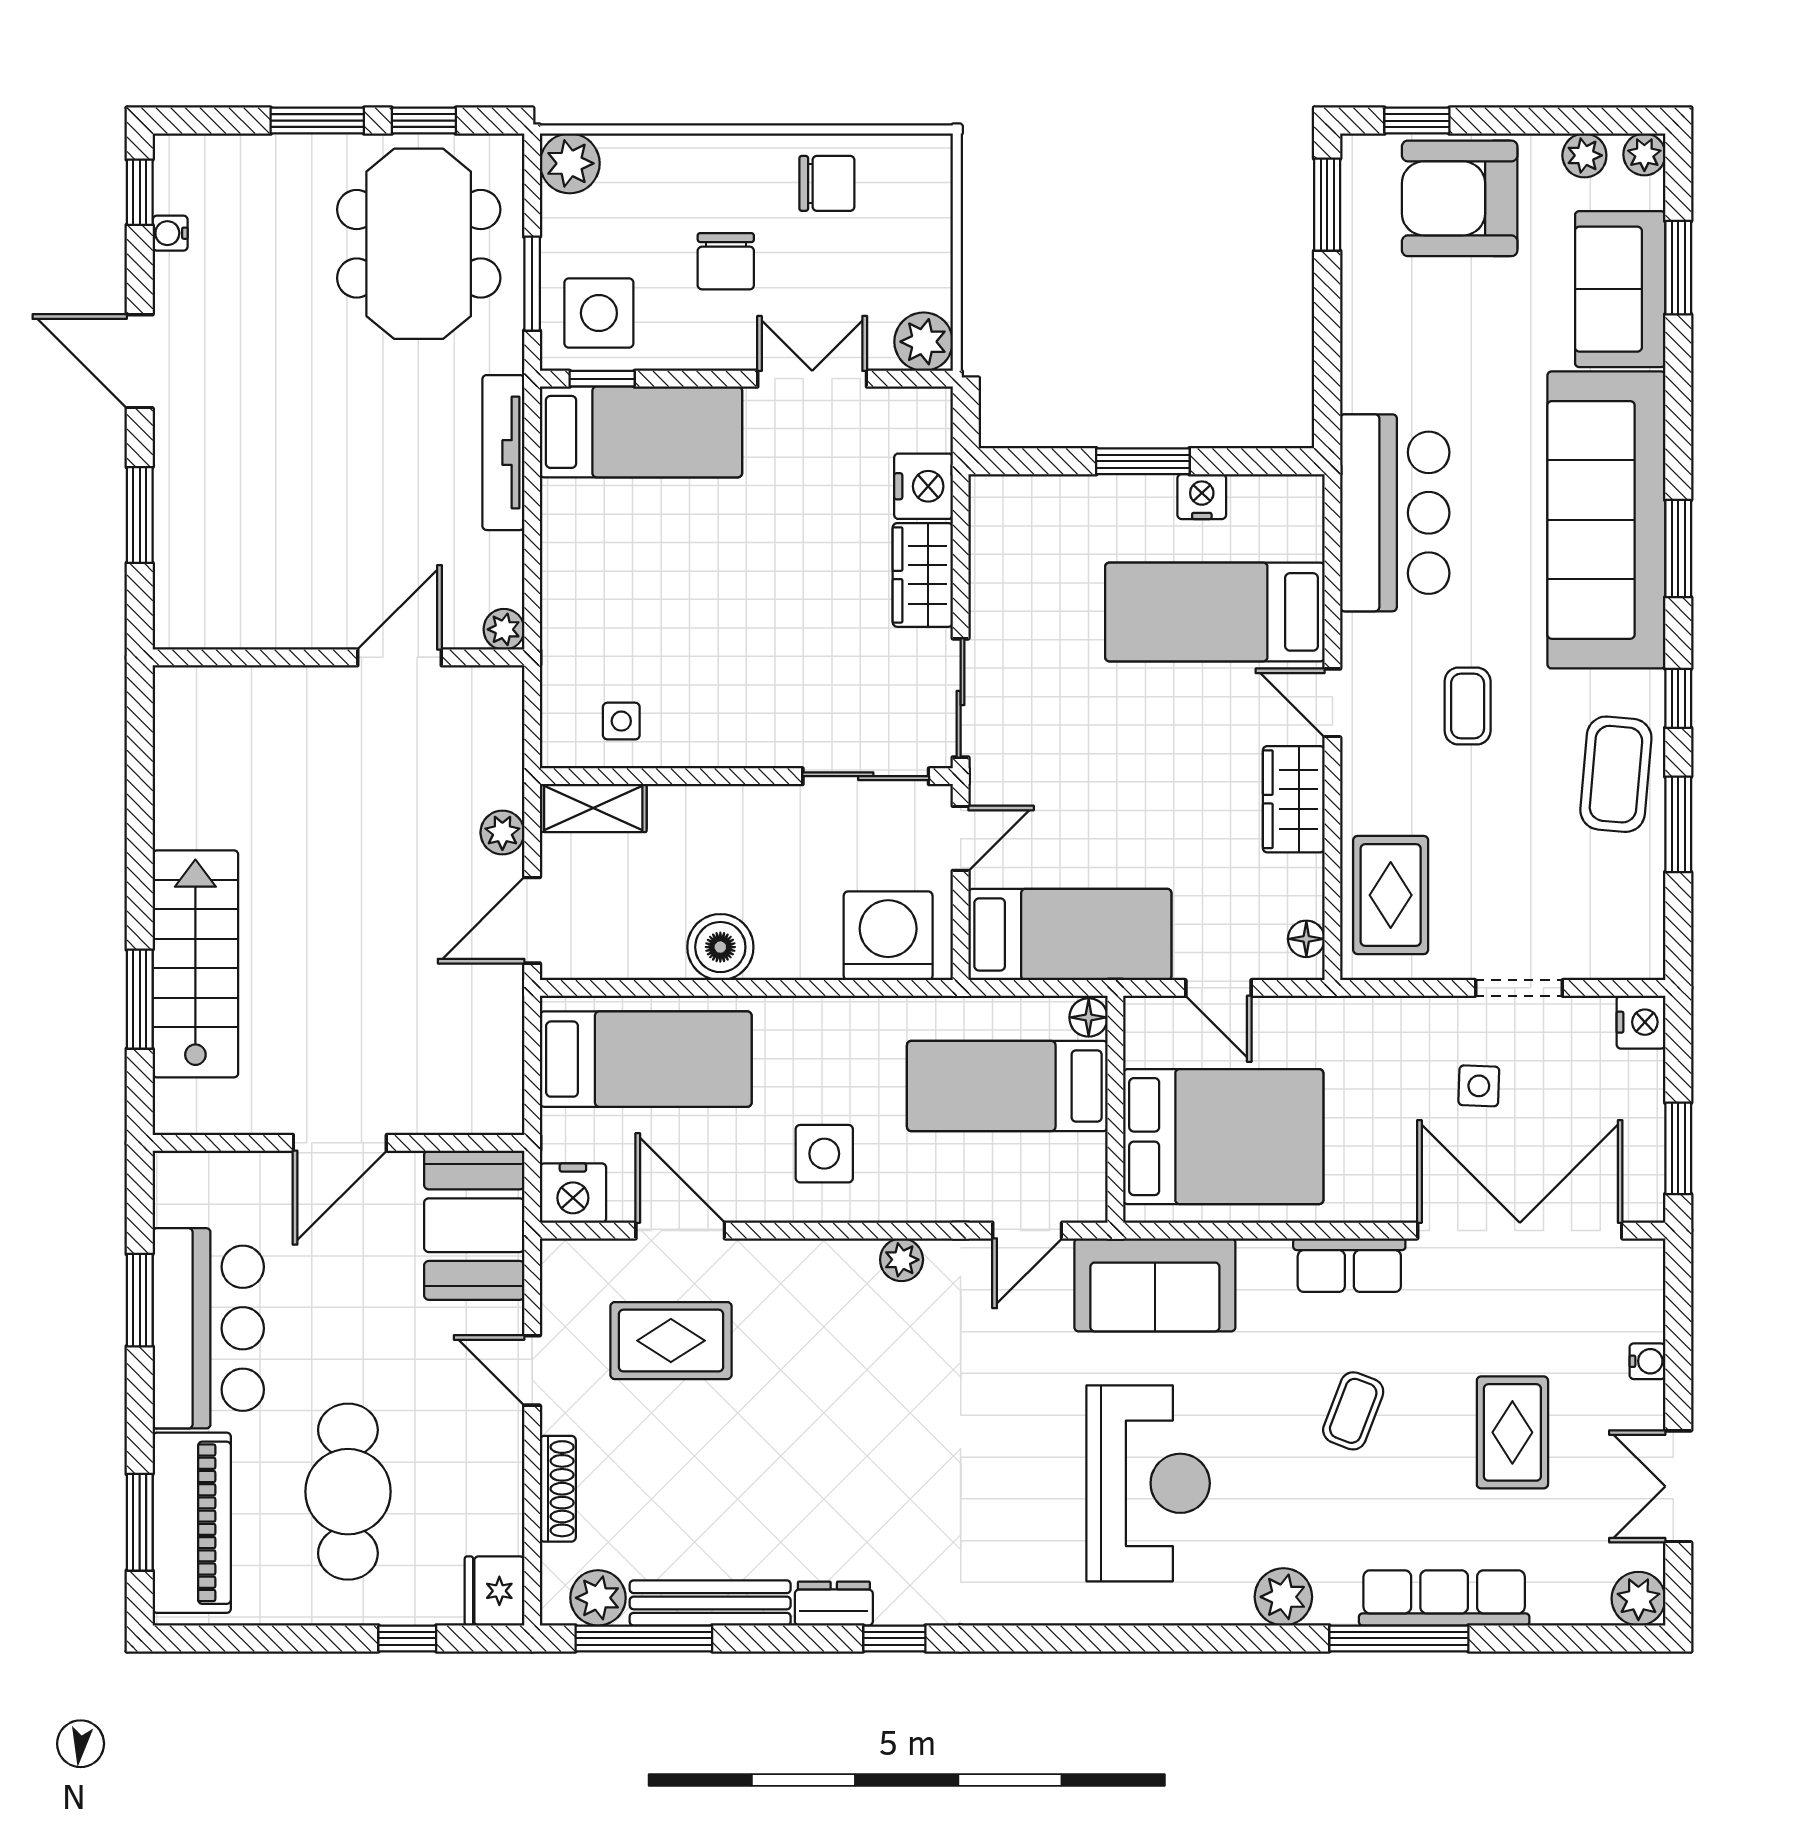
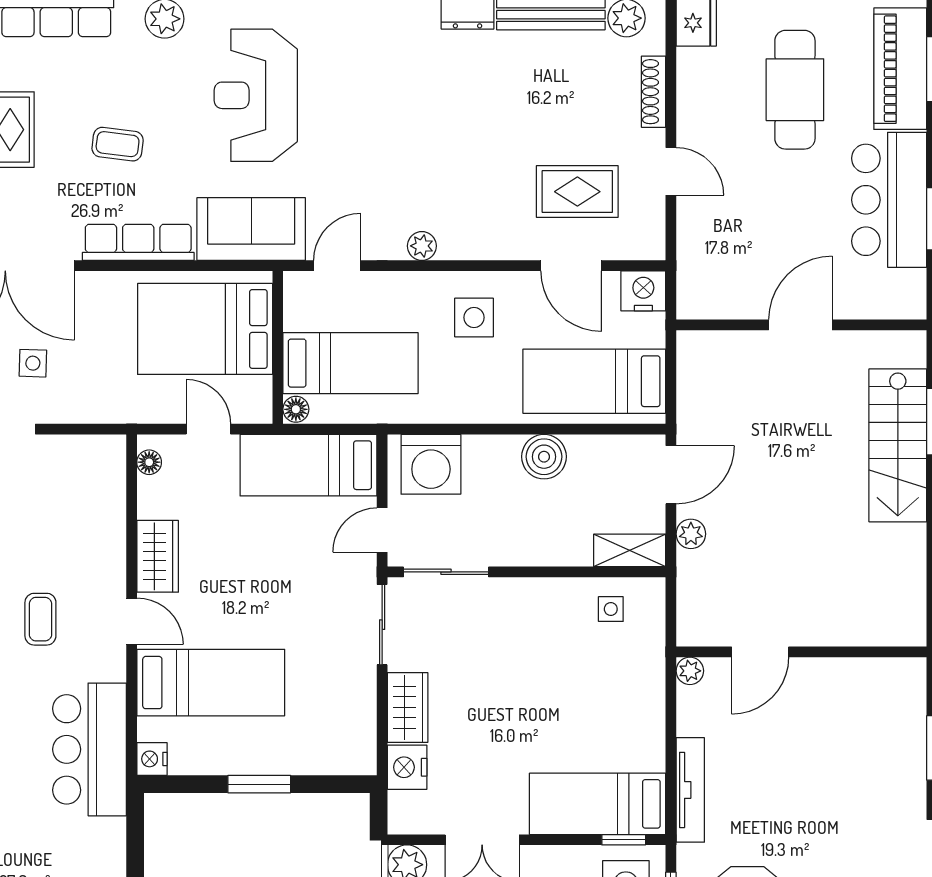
nightstand: (1202, 497) -> (152, 759), moved, turned 90
rug: (1391, 895) -> (92, 492), removed
booth: (474, 1225) -> (710, 269), removed
row of seats: (1349, 1265) -> (138, 242), width x1.48
coffee table: (1353, 1411) -> (118, 144), turned 76

